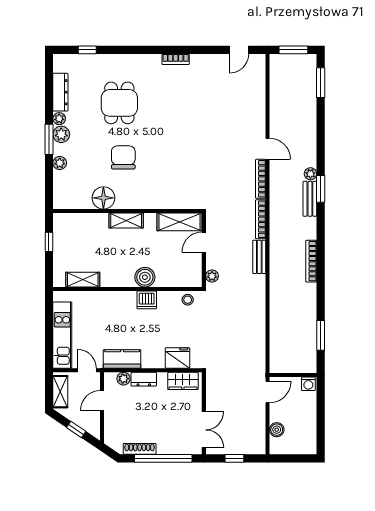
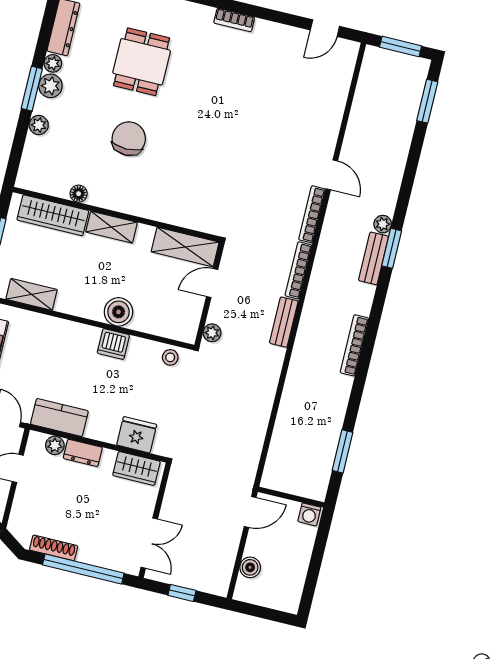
floor lamp: (103, 198) -> (79, 194), width x0.53, depth x0.53
wardrobe: (84, 222) -> (53, 215), added

